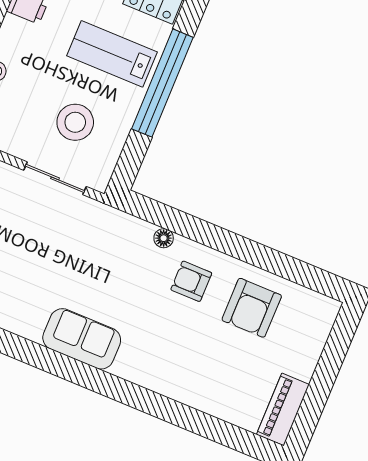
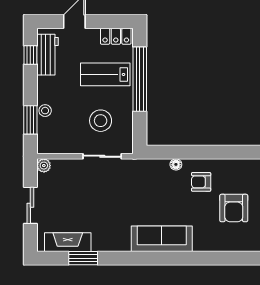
armchair: (252, 308) -> (234, 208), moved
sofa: (82, 339) -> (162, 239), width x1.36

